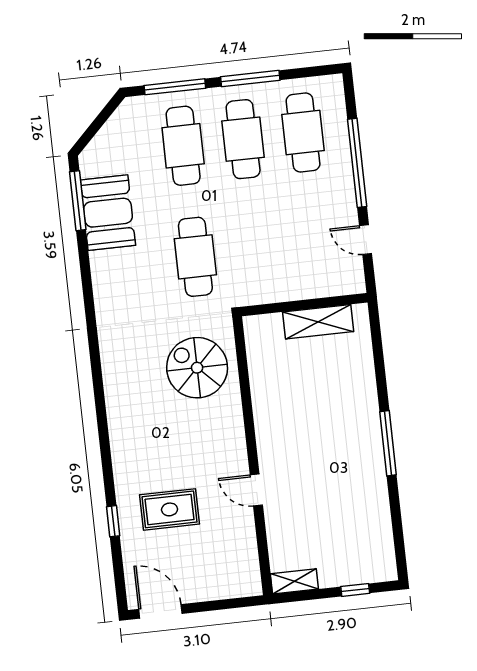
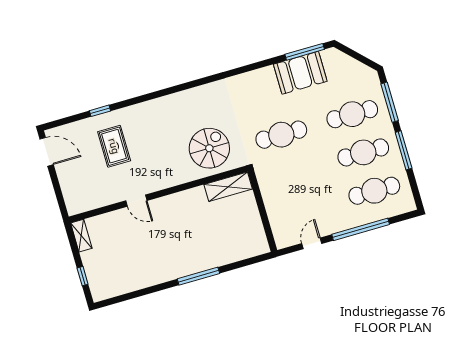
shelving: (318, 322) -> (228, 187), moved, turned 90
window: (388, 443) -> (198, 276), moved
door: (256, 490) -> (136, 201), swing flipped
door: (160, 611) -> (47, 152), hinge flipped

